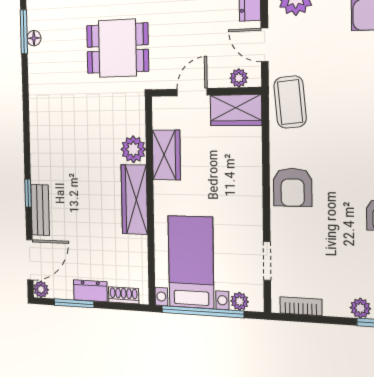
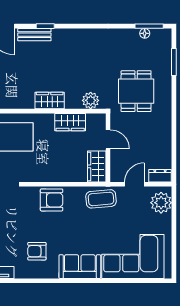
plant: (239, 78) -> (116, 168), removed
plant: (133, 149) -> (91, 100), moved
armchair: (293, 187) -> (52, 200), turned 180
wardrobe: (134, 200) -> (50, 101), width x0.67

